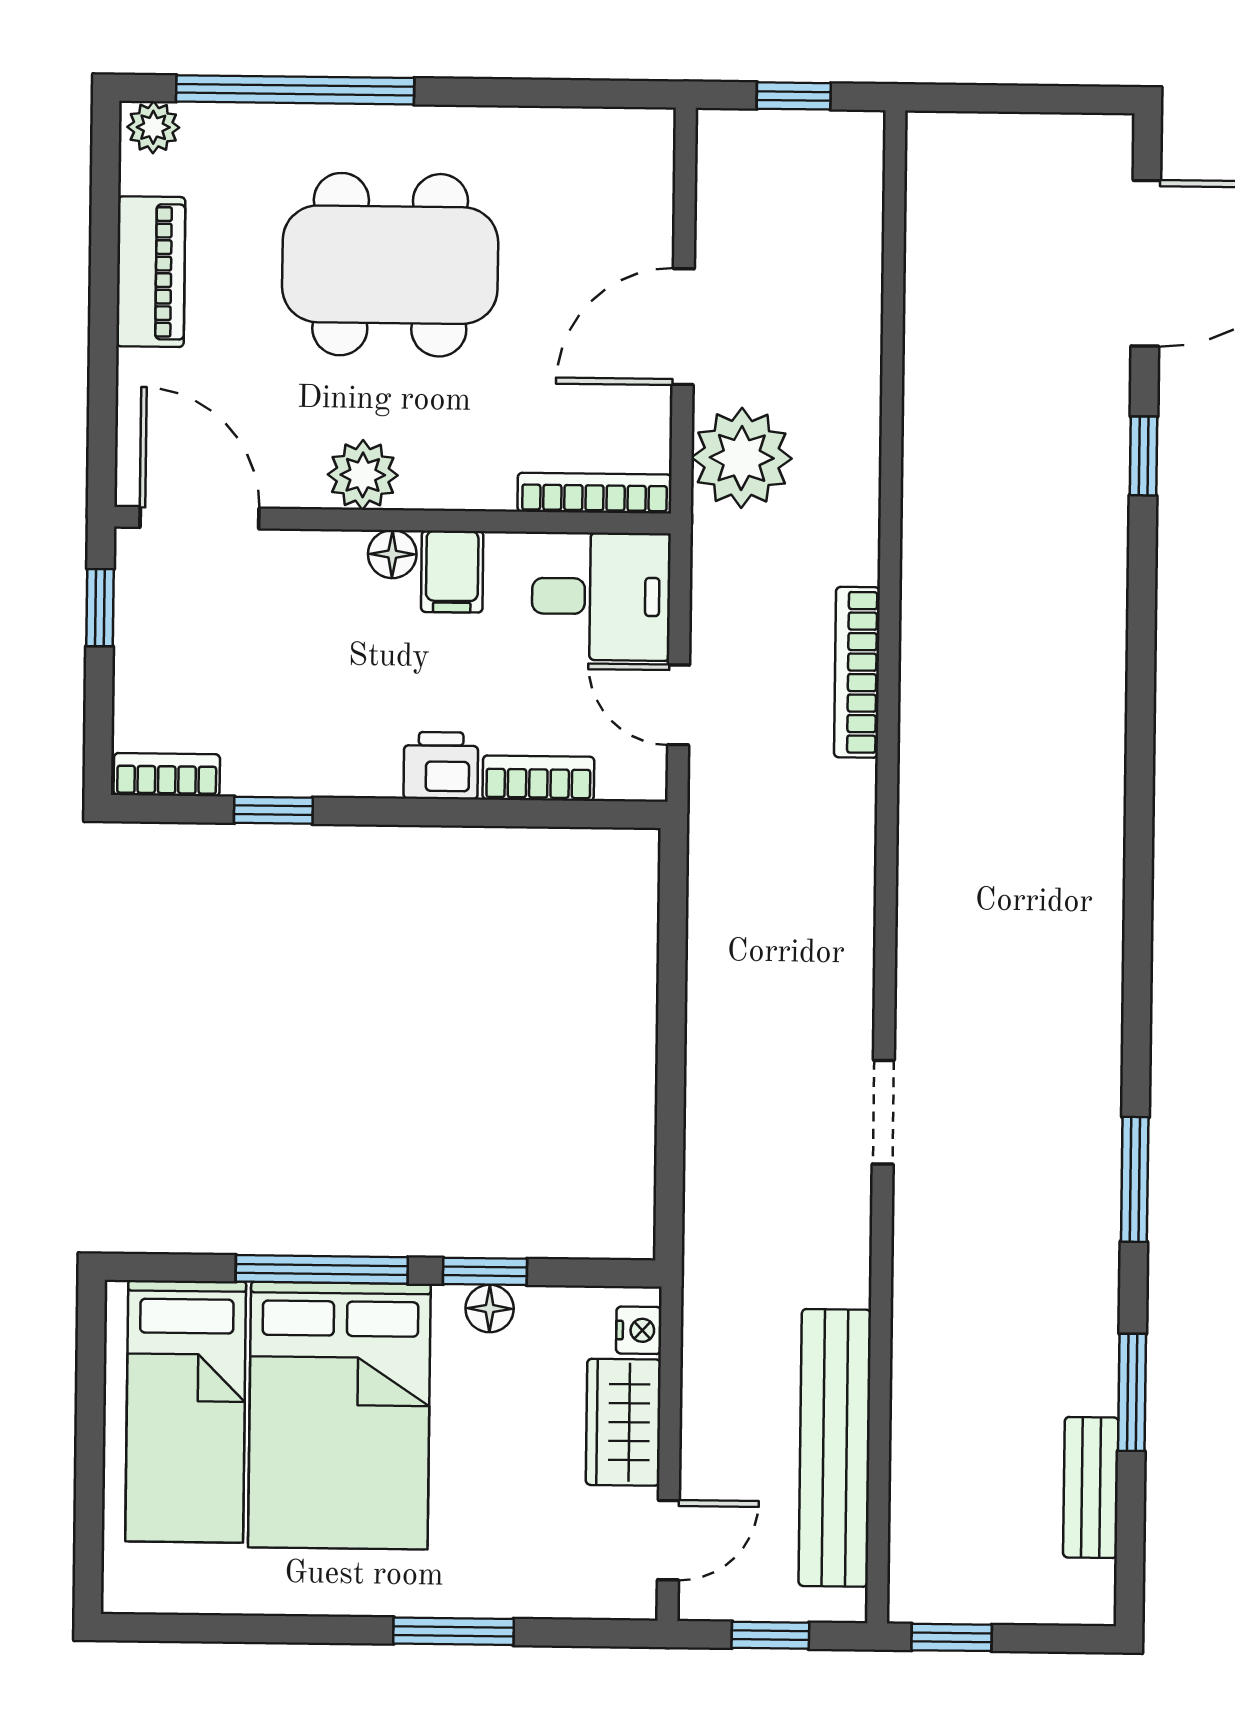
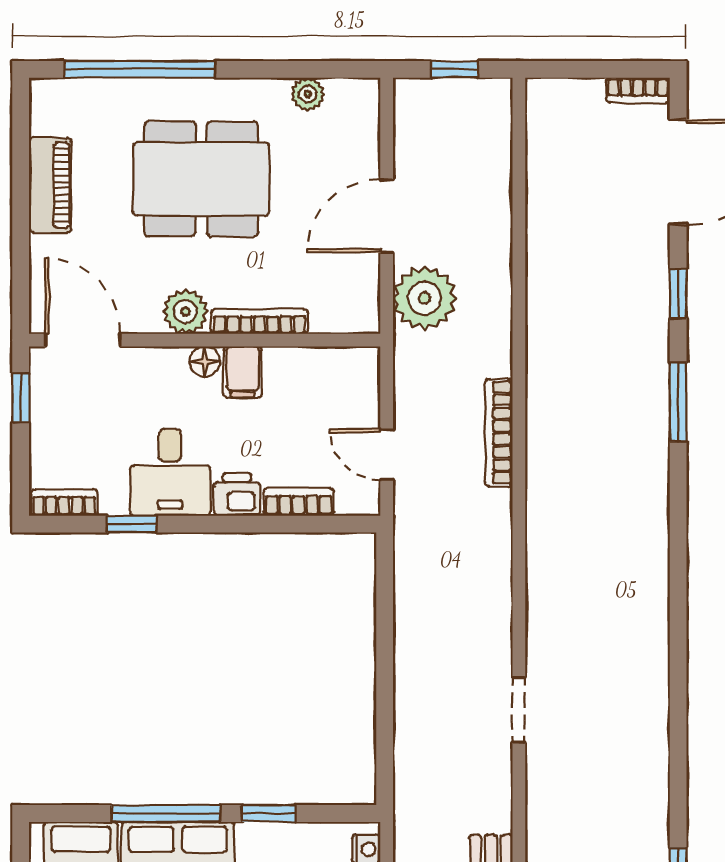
plant: (153, 127) -> (308, 94), moved
bookcase: (1084, 133) -> (638, 90), added
bookcase: (595, 493) -> (259, 321), moved
desk: (601, 596) -> (170, 472), moved, turned 90
window: (1135, 1179) -> (678, 402), moved
floor lamp: (490, 1309) -> (272, 837), removed

